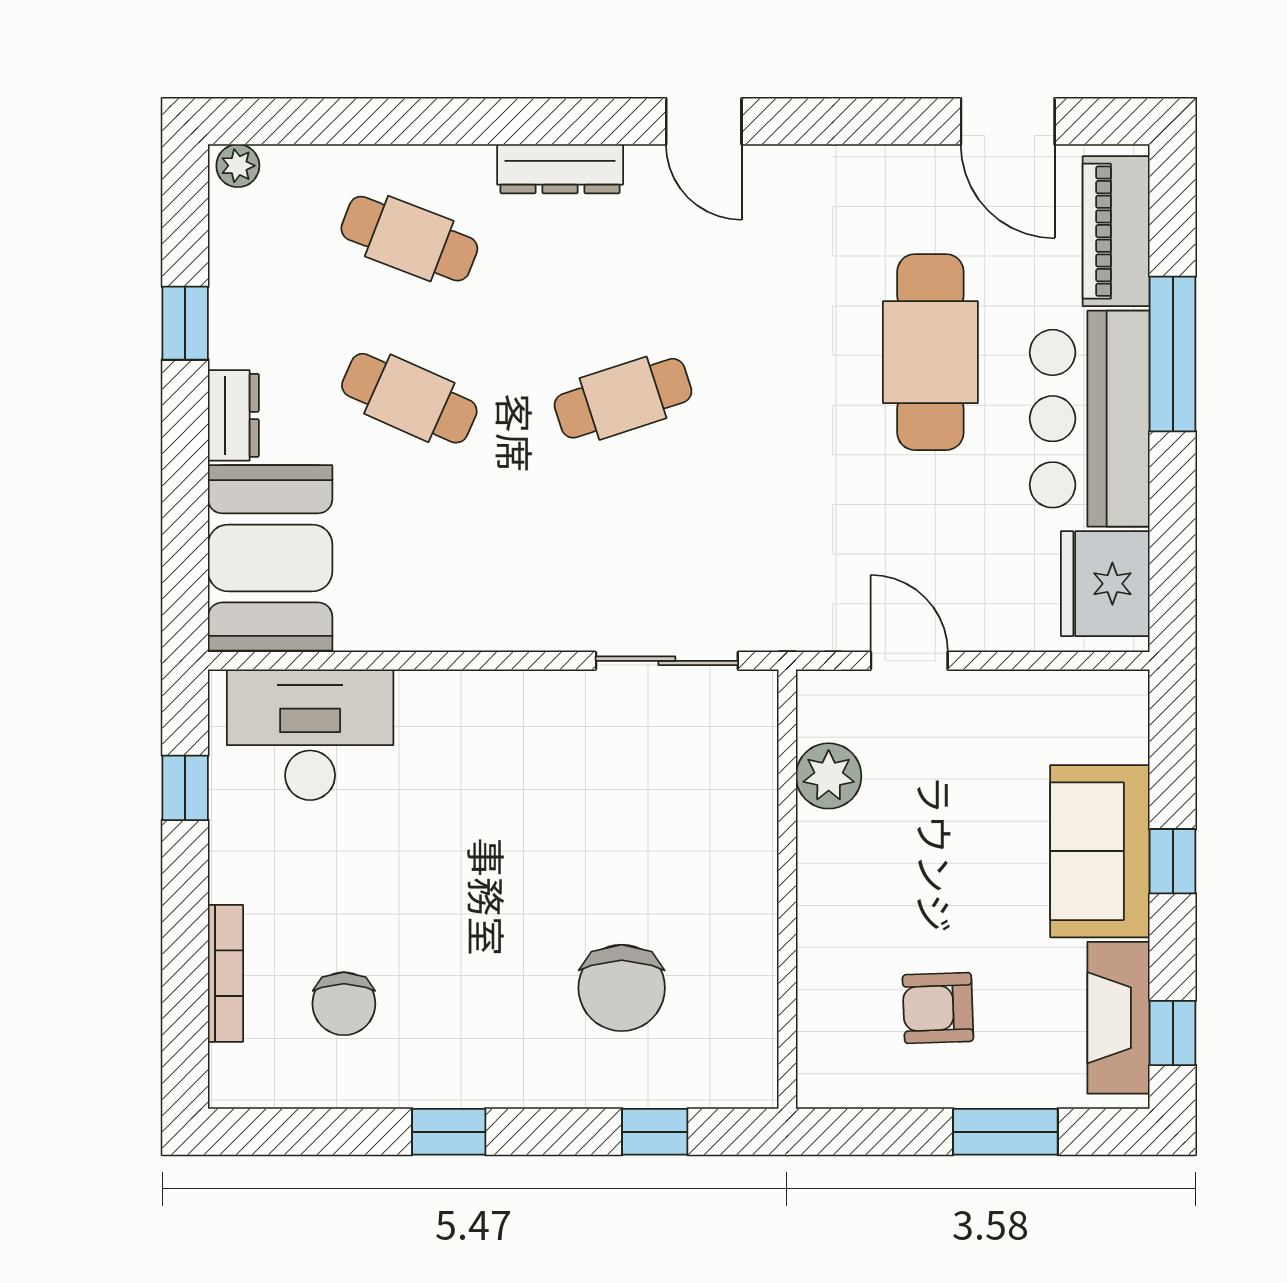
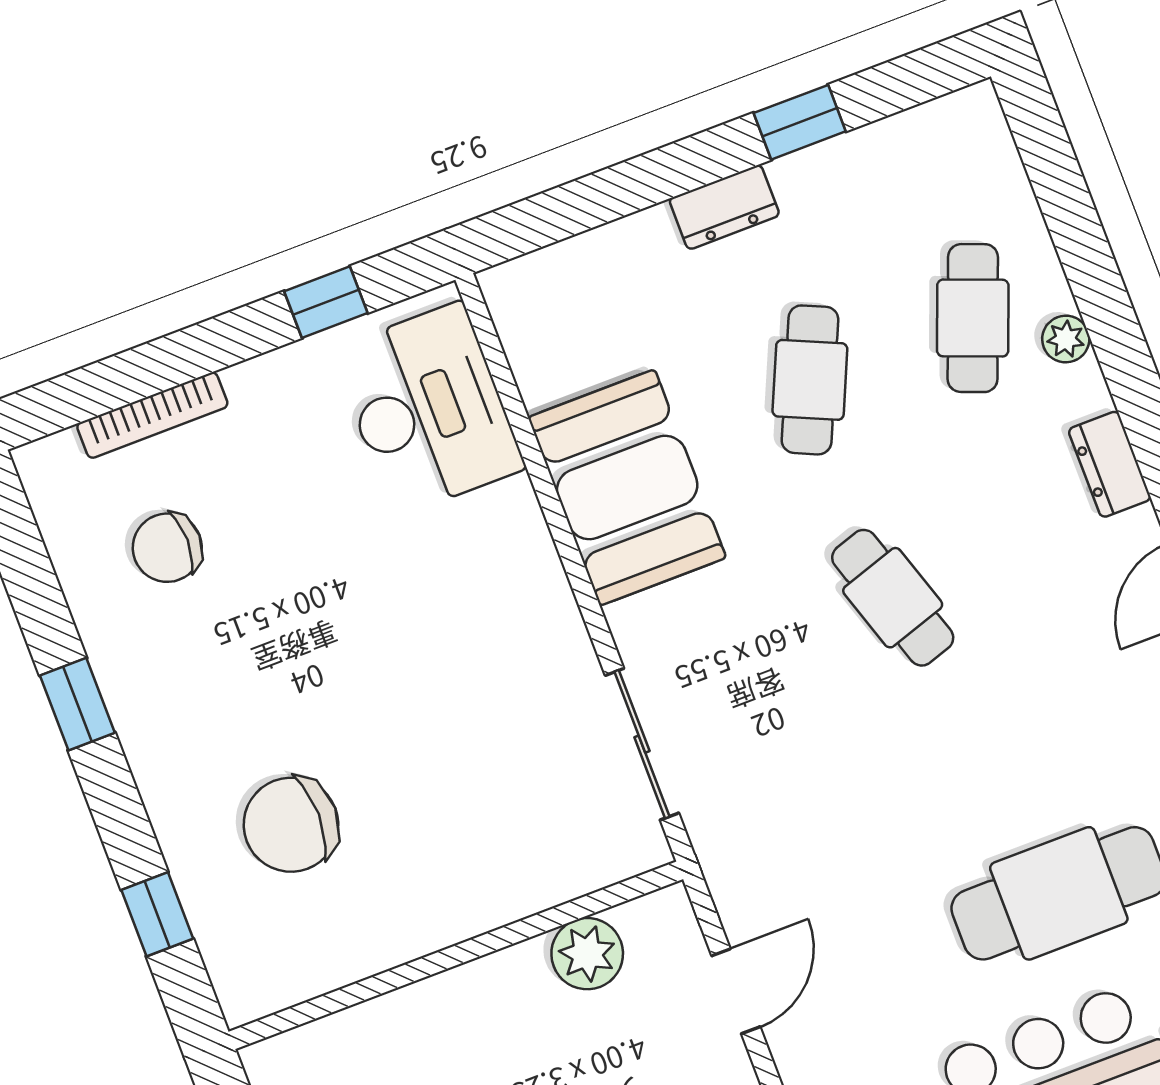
plant: (238, 166) -> (1066, 339), moved
dresser: (560, 169) -> (1110, 464), width x0.70
booth: (270, 558) -> (627, 488), moved, turned 90

